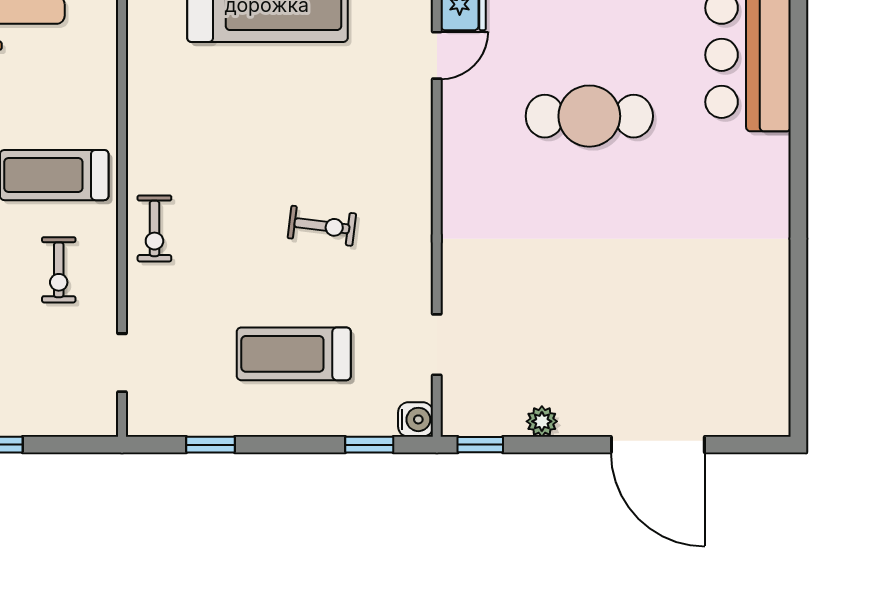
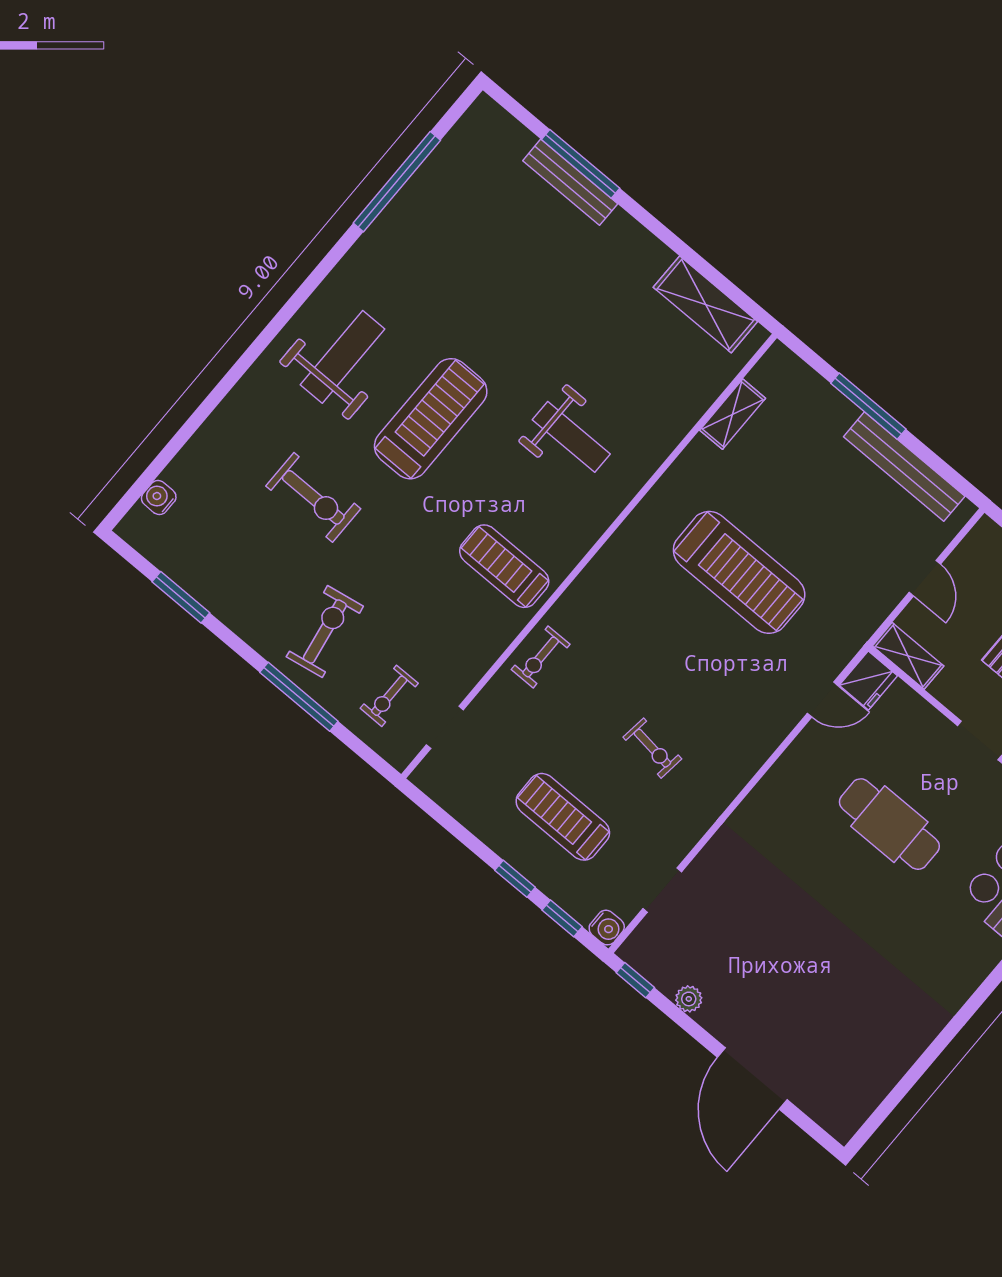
exercise bike: (59, 270) -> (389, 696), moved
window: (211, 445) -> (515, 879), moved

